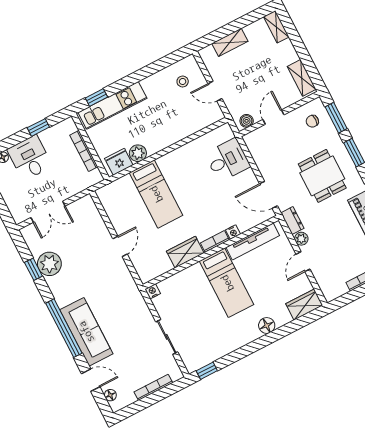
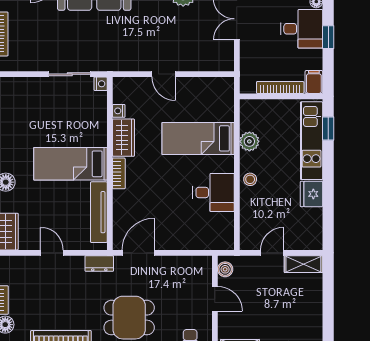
shelving: (230, 42) -> (303, 264), moved, turned 90
stool: (183, 81) -> (250, 179), moved
window: (38, 127) -> (328, 37), moved
filing cabinet: (66, 127) -> (314, 82), added
desk: (228, 160) -> (213, 192), moved, turned -90
fridge: (119, 162) -> (311, 194), moved, turned 180
nightstand: (233, 232) -> (119, 111), moved
plant: (301, 239) -> (76, 263), removed
sliding door: (167, 337) -> (70, 74), moved

